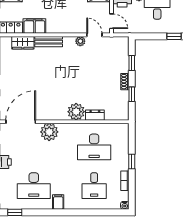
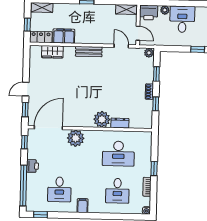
plant: (80, 41) -> (149, 53), moved
bench: (49, 42) -> (89, 52), moved
desk: (34, 186) -> (59, 189), width x0.73

